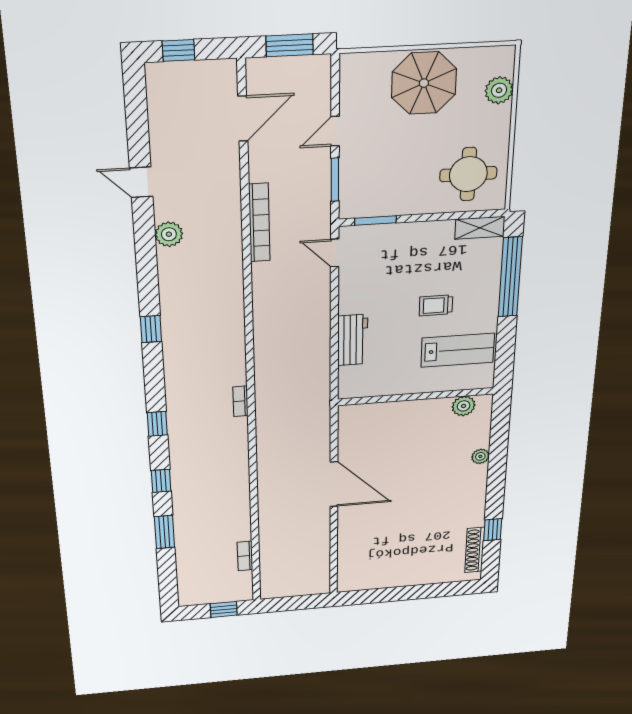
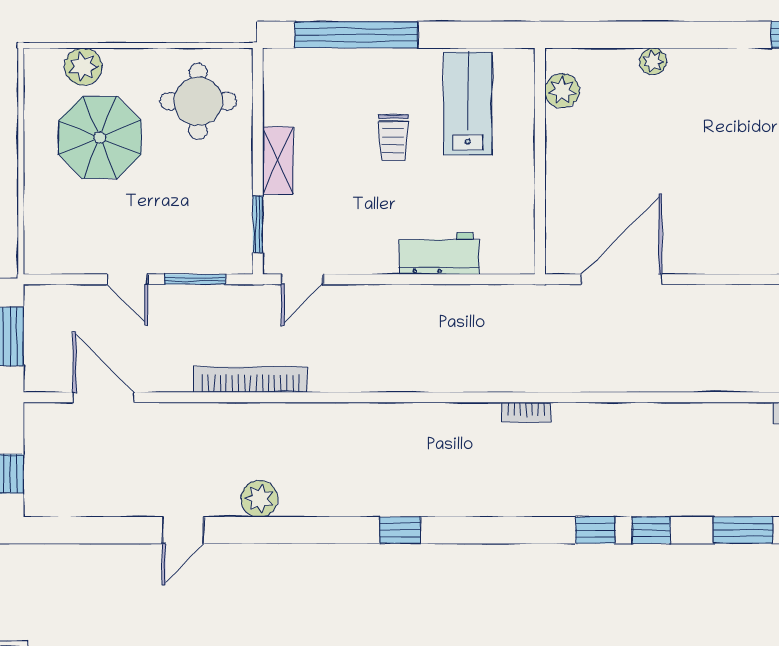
parasol: (424, 83) -> (100, 137), moved
shelving: (480, 228) -> (278, 161), moved
window: (157, 424) -> (595, 530), moved
door: (334, 484) -> (622, 279), moved

